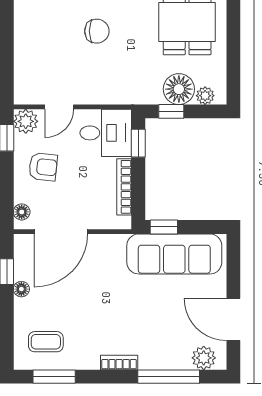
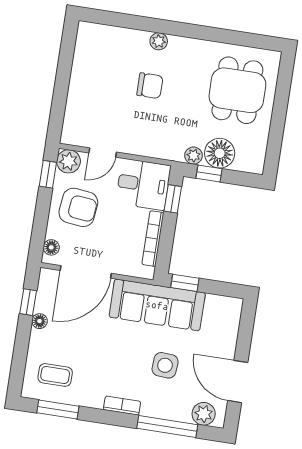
plant: (205, 96) -> (194, 156), moved
armchair: (43, 167) -> (78, 207), width x1.38, depth x1.38
sofa: (174, 254) -> (157, 305), moved
side table: (157, 314) -> (165, 365), added

